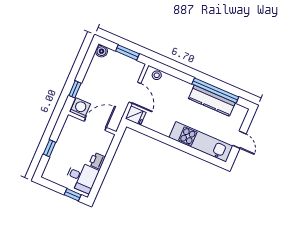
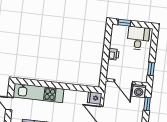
door: (95, 124) -> (123, 82), hinge flipped
window: (49, 148) -> (151, 69), moved
desk: (82, 177) -> (138, 38), moved, turned 90

